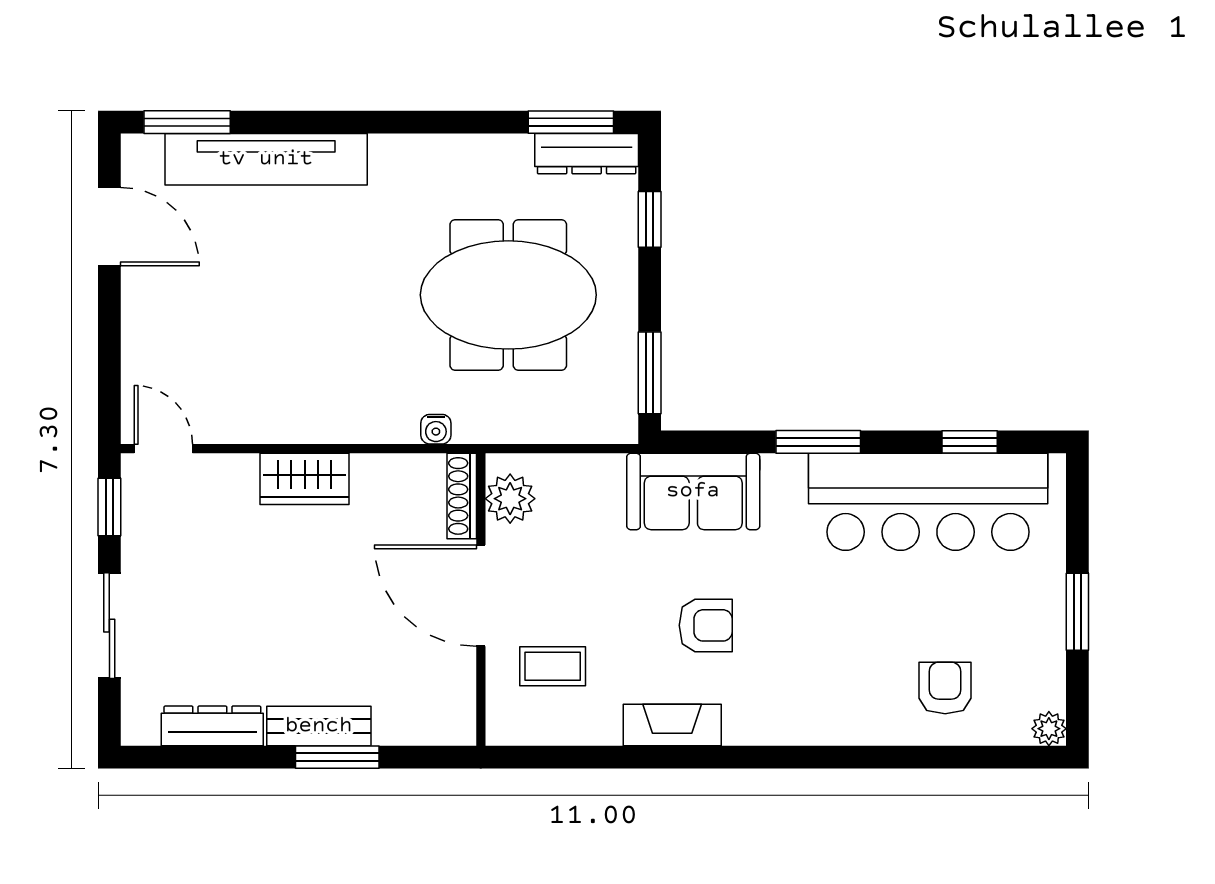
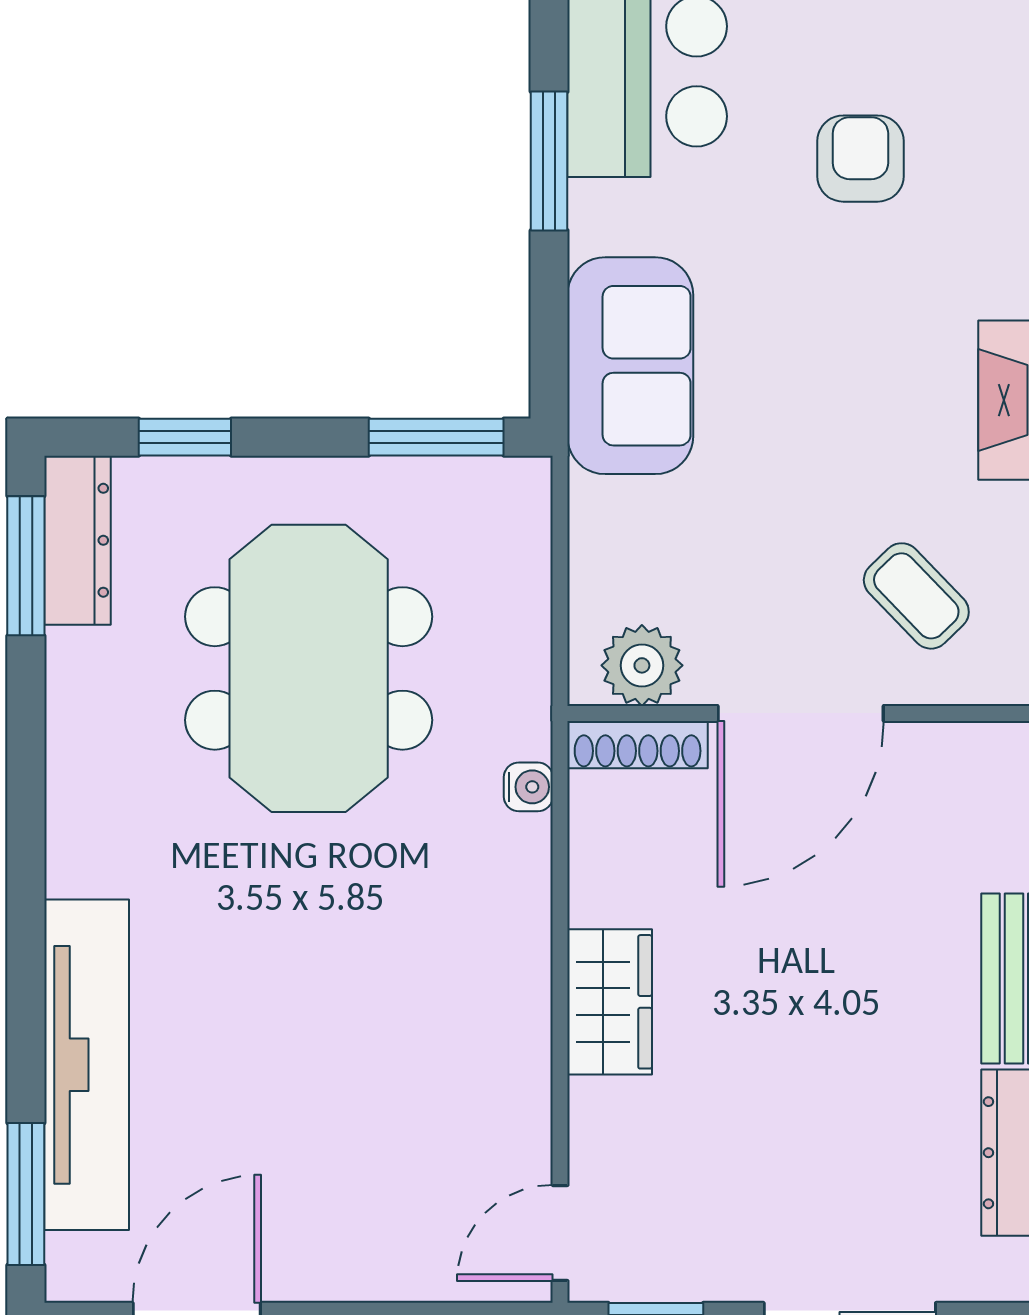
armchair: (706, 625) -> (860, 159), moved
coffee table: (553, 666) -> (916, 596), turned -44

